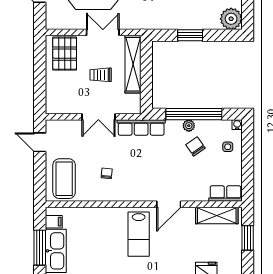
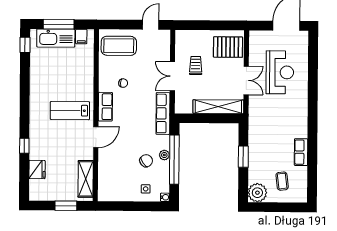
trolley: (101, 75) -> (196, 65), moved
row of seats: (225, 194) -> (105, 107), moved
door: (169, 204) -> (96, 137), swing flipped

